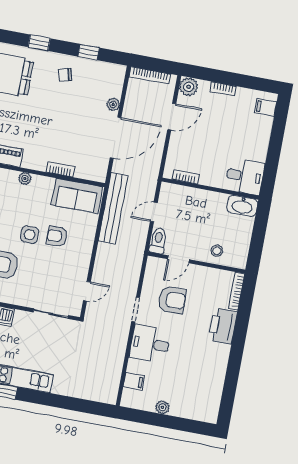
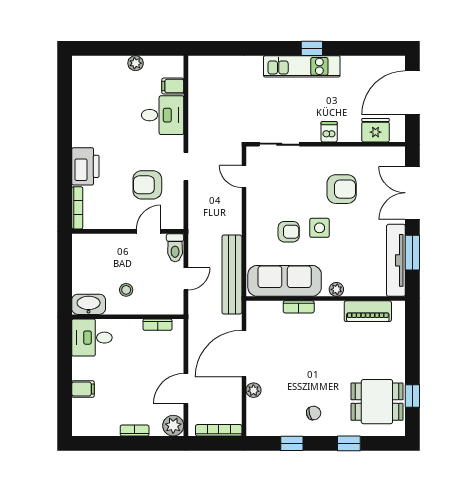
filing cabinet: (266, 107) -> (83, 389), moved
sofa: (77, 196) -> (285, 281), width x1.36
stool: (217, 251) -> (126, 290), moved
door: (87, 291) -> (244, 177), hinge flipped
desk: (150, 344) -> (163, 115), moved

